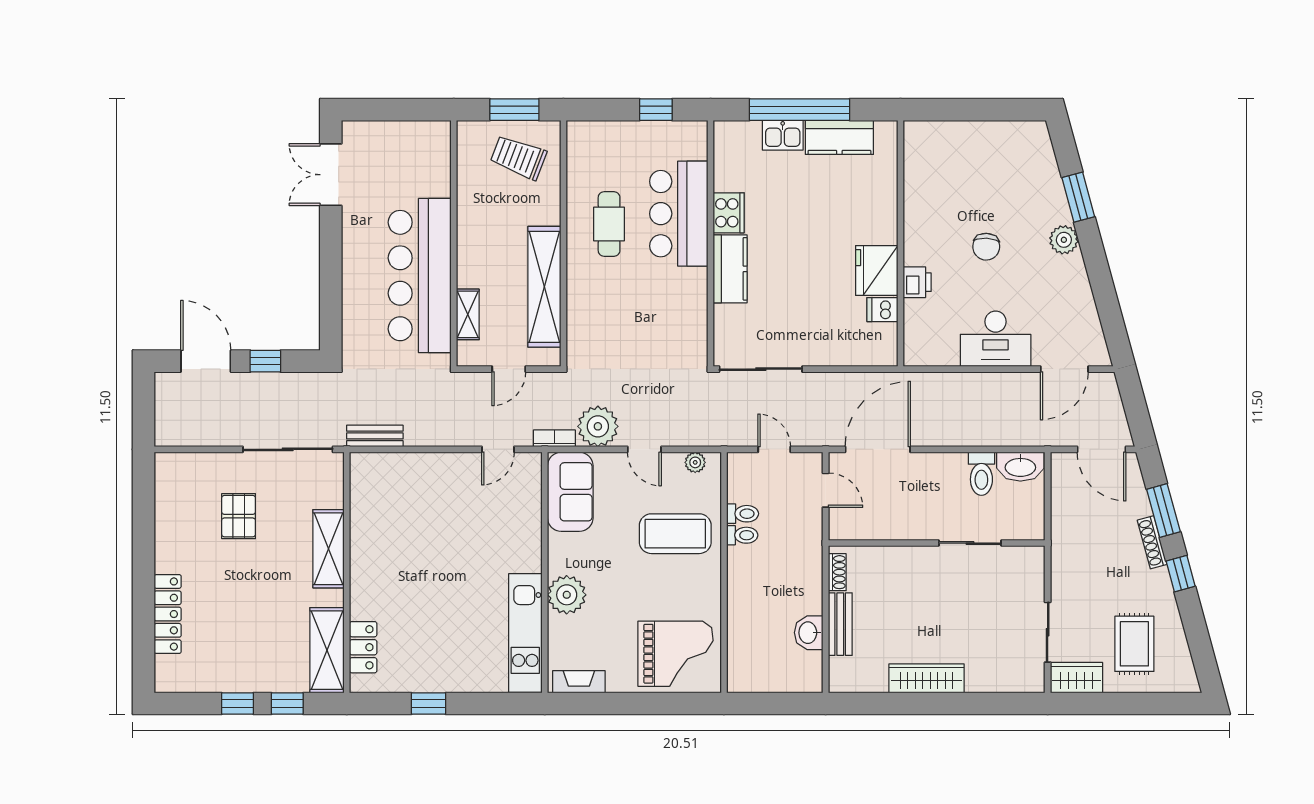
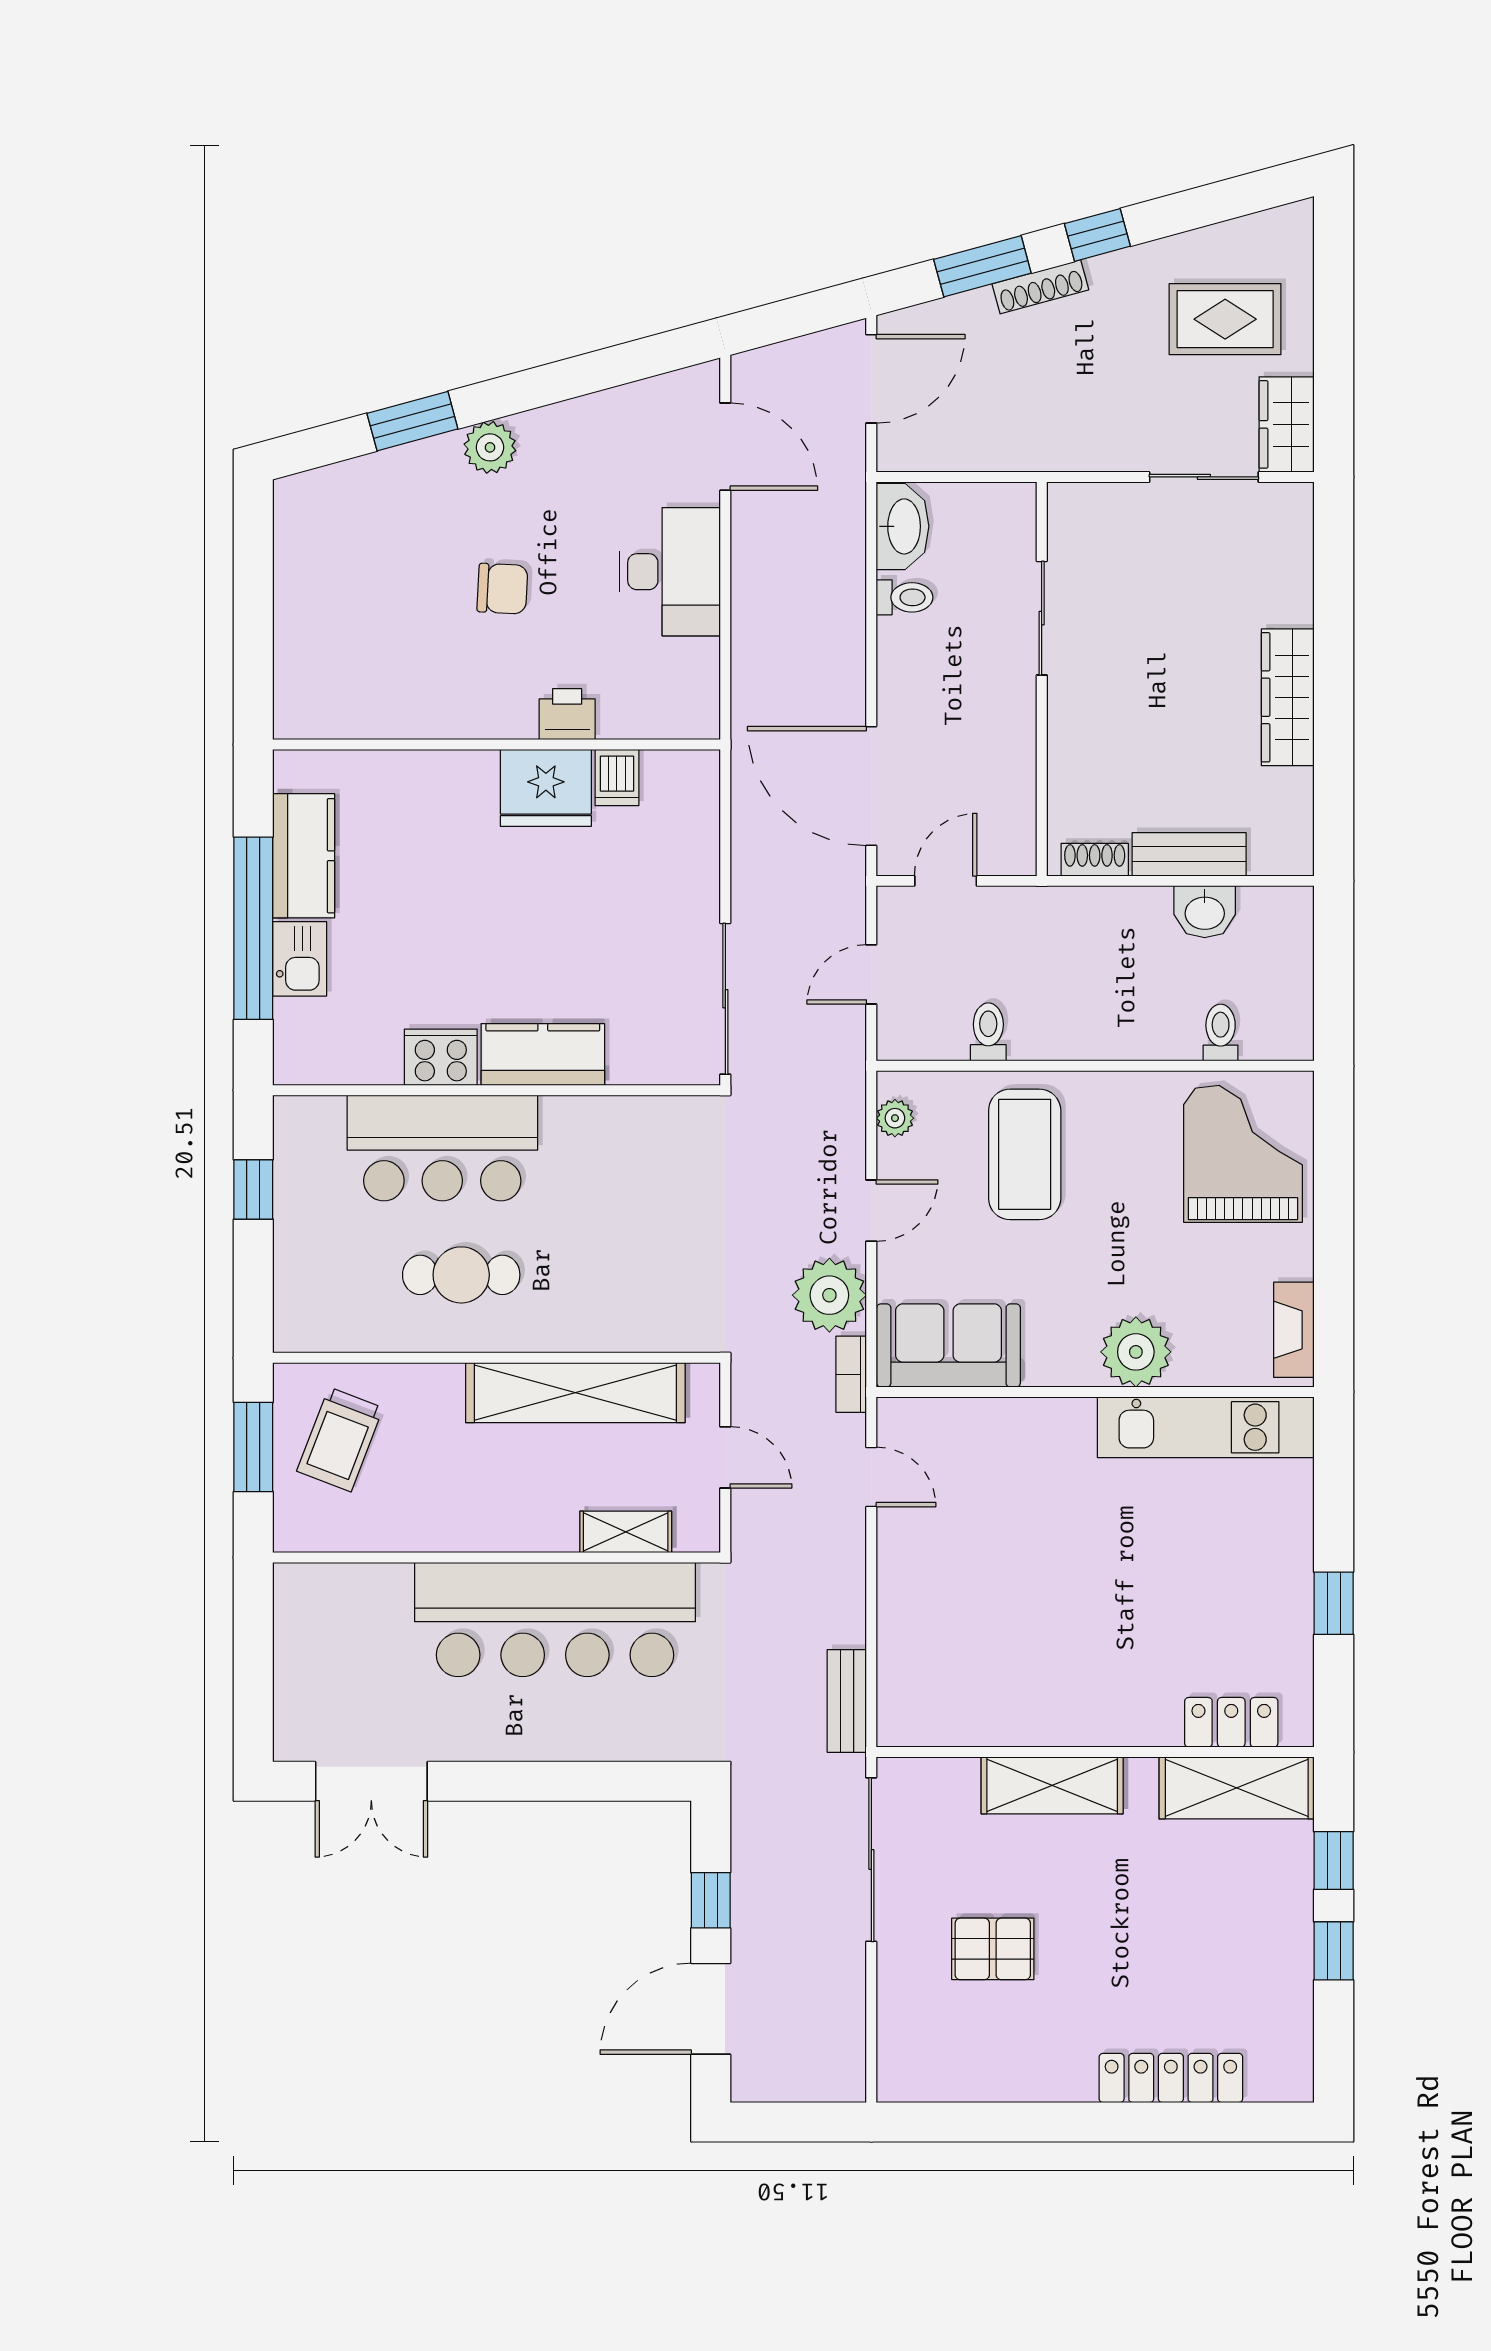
toilet: (981, 474) -> (905, 597), width x0.73, depth x0.72
toilet: (742, 535) -> (1221, 1033), moved

